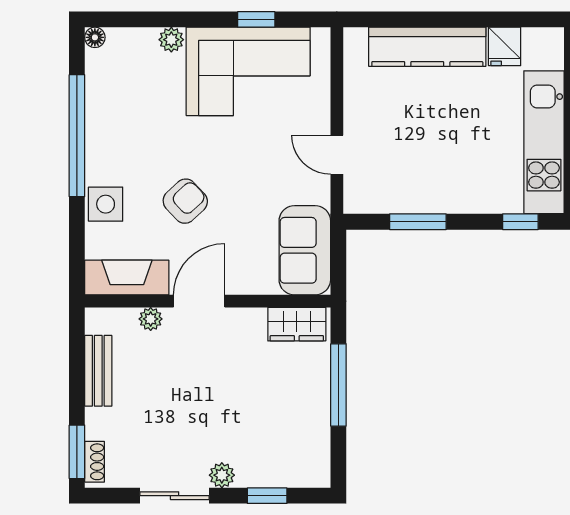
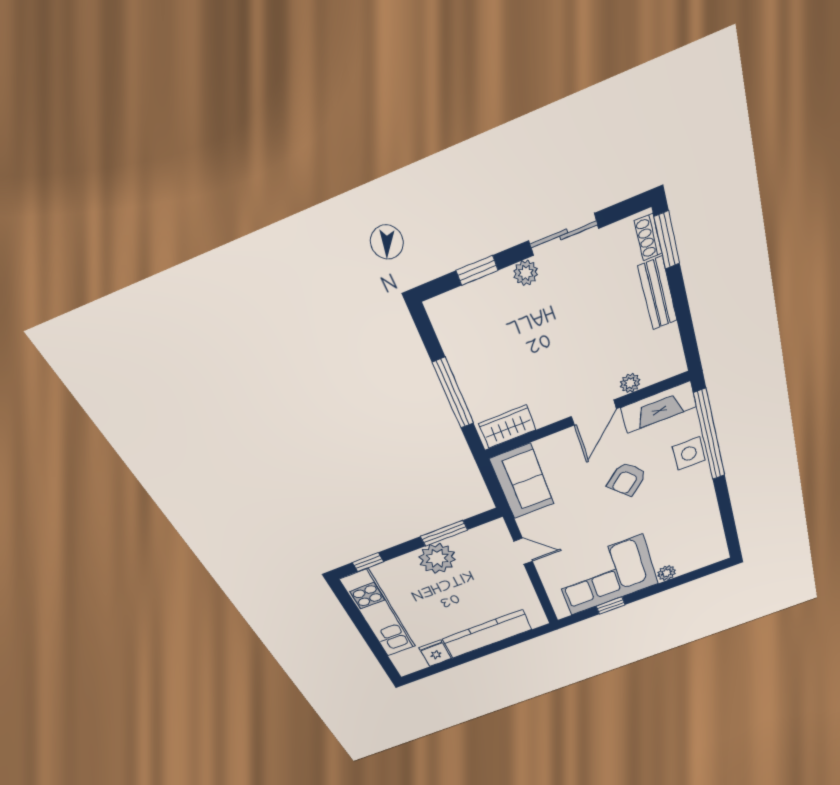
floor lamp: (95, 37) -> (722, 554), removed
window: (77, 136) -> (709, 435), moved
plant: (440, 191) -> (437, 558), added
bench: (98, 371) -> (658, 294), moved

